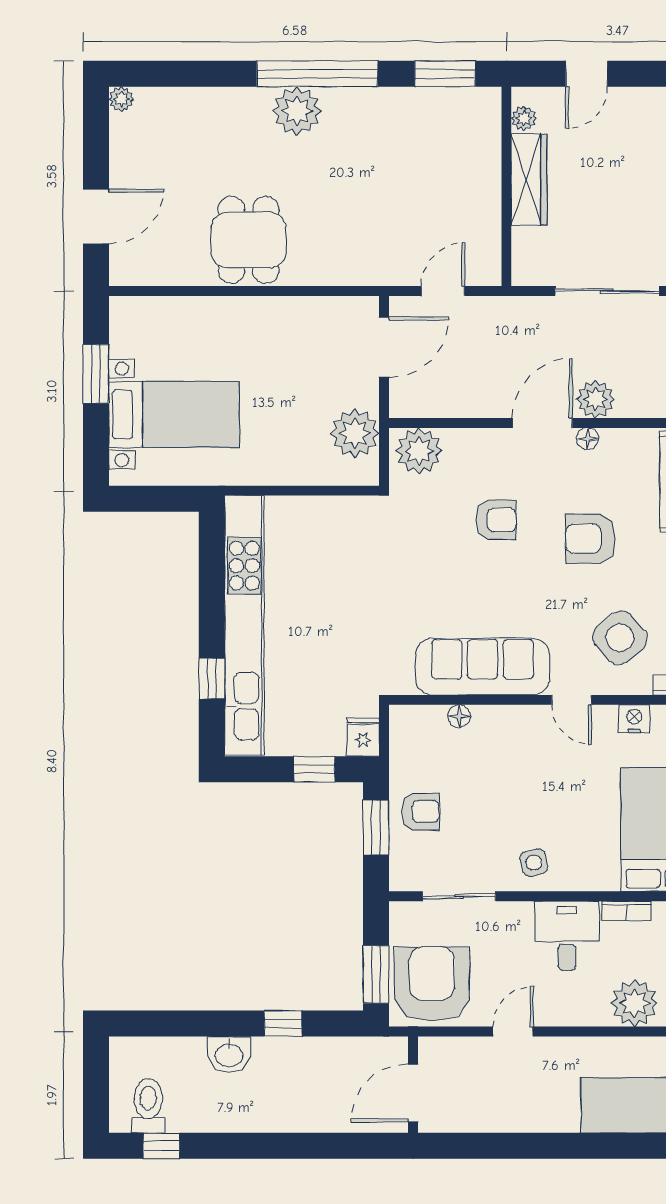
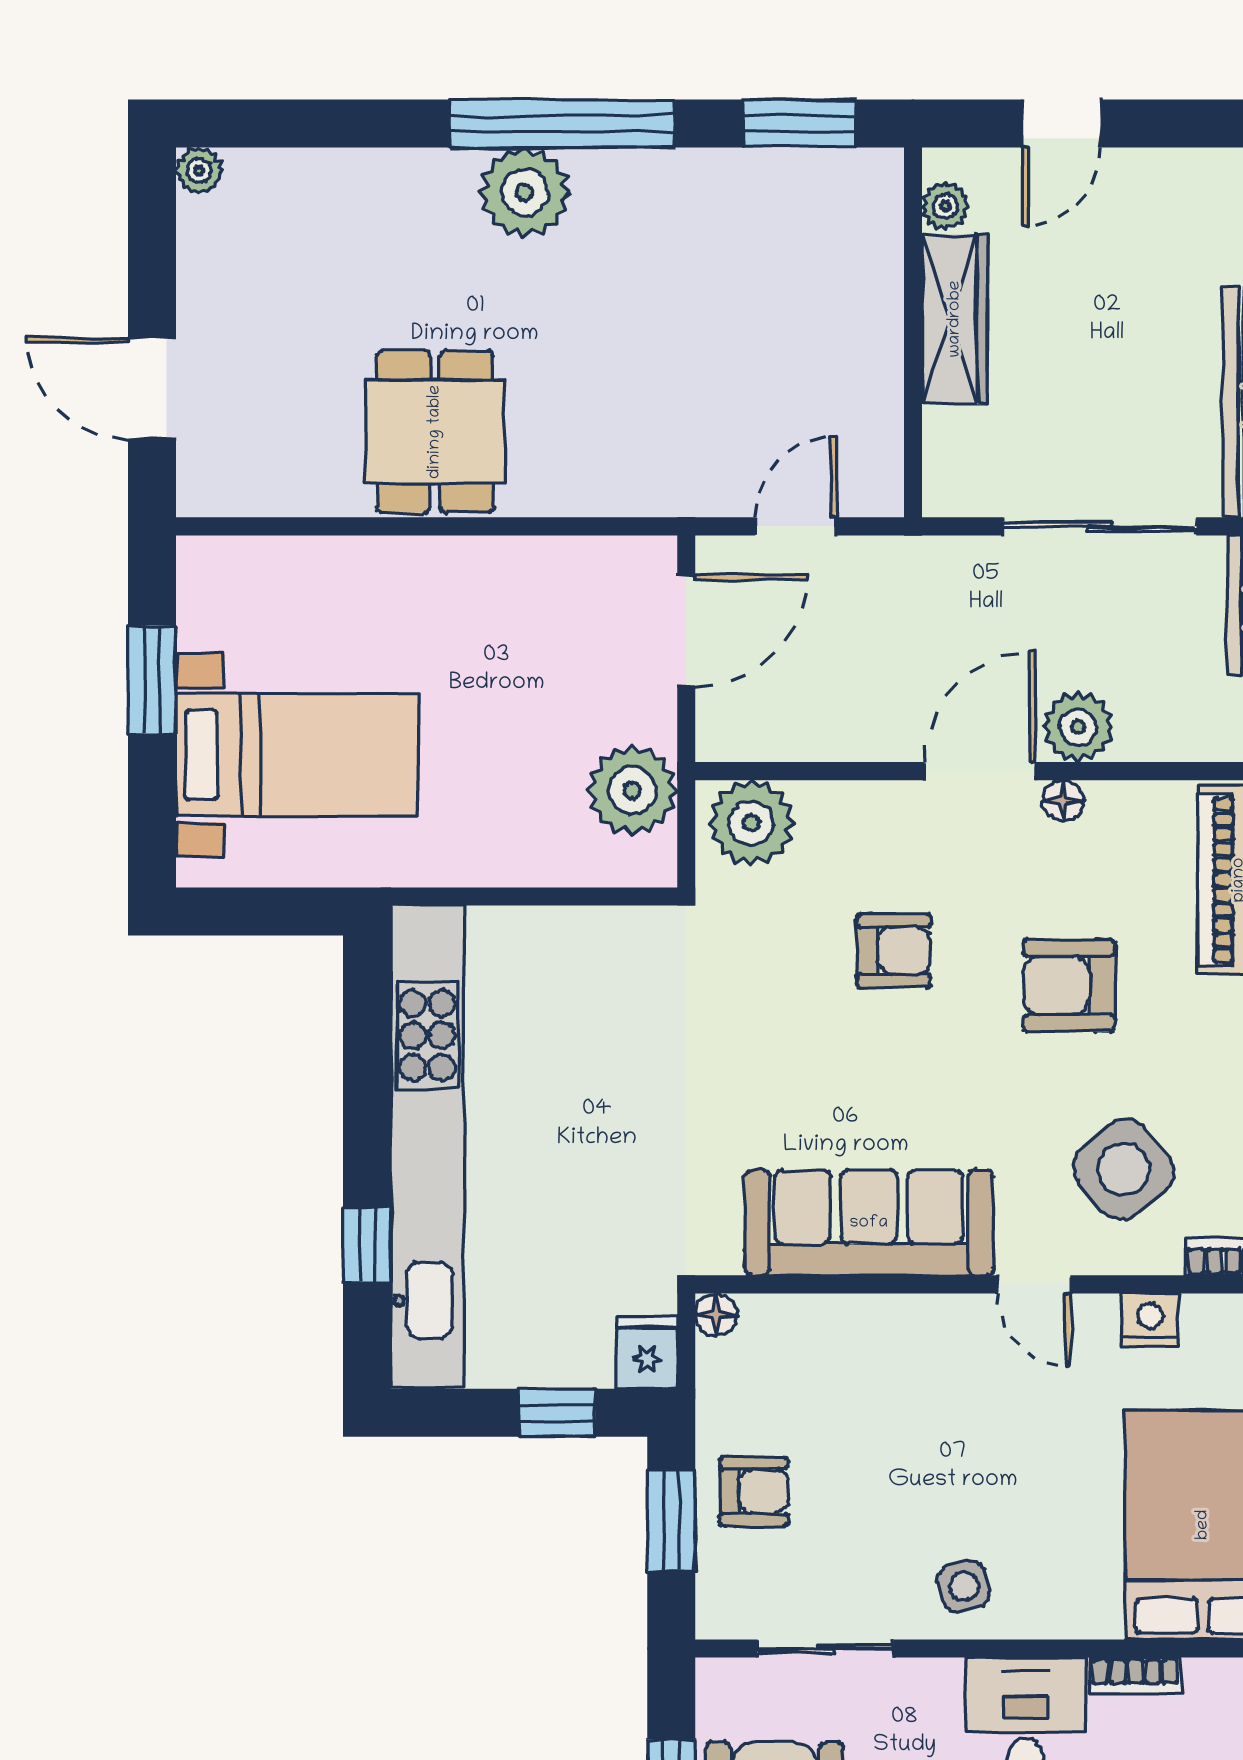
door: (96, 216) -> (152, 388), swing flipped
floor lamp: (459, 716) -> (716, 1315), moved

